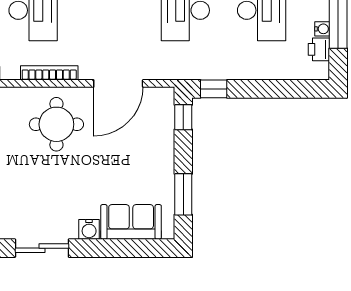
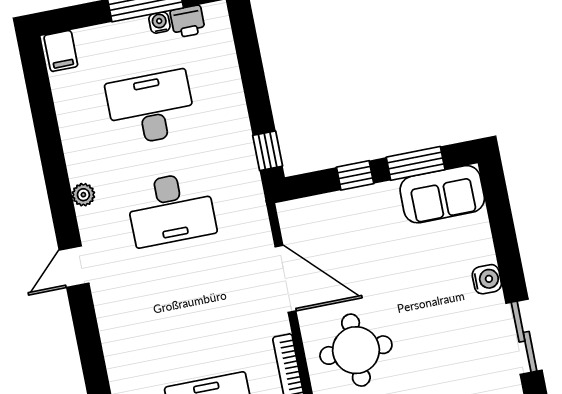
window: (183, 117) -> (355, 175), moved
sofa: (131, 222) -> (442, 194), moved, turned -90

